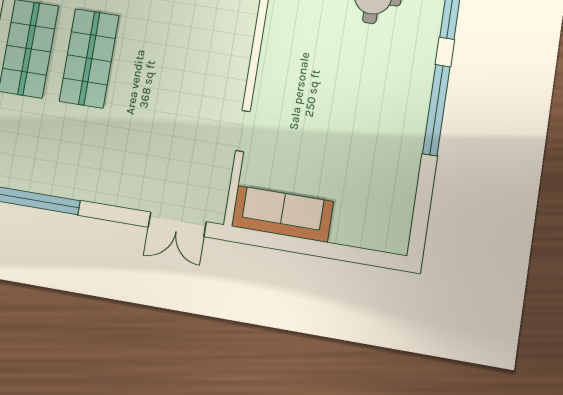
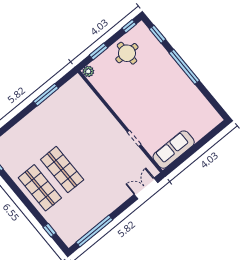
double door: (177, 224) -> (146, 188), swing flipped

